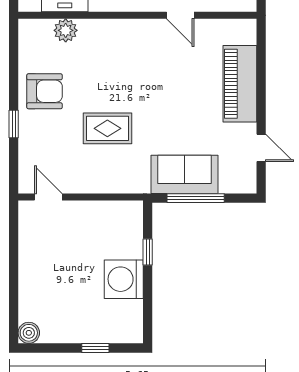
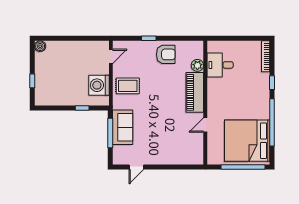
piano: (240, 84) -> (195, 92), moved, turned -90
armchair: (45, 91) -> (166, 54), turned -90
rug: (107, 128) -> (128, 86), moved, turned 90
washing machine: (124, 279) -> (99, 85), moved, turned -90

